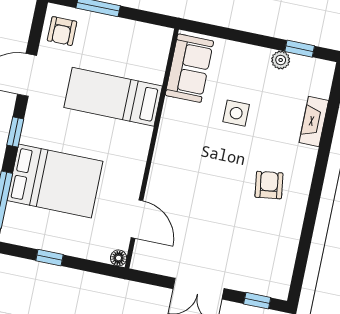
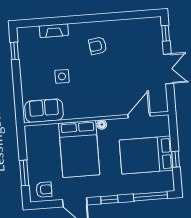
plant: (281, 60) -> (24, 60), removed
bed: (113, 97) -> (79, 149), width x1.50
bed: (55, 181) -> (146, 155), moved, turned -90
floor lamp: (119, 258) -> (102, 125), moved

